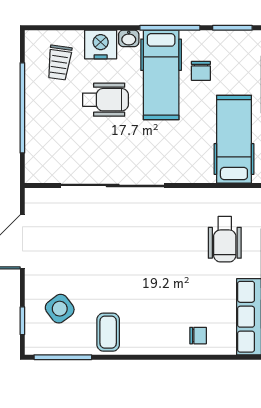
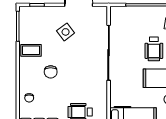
chair: (149, 295) -> (51, 72), added
side table: (60, 309) -> (66, 32), moved

